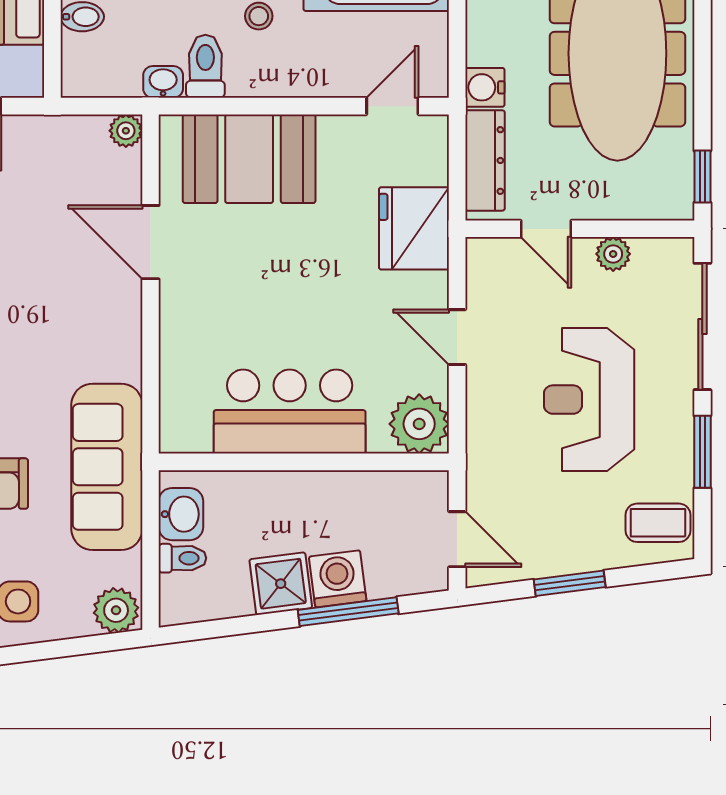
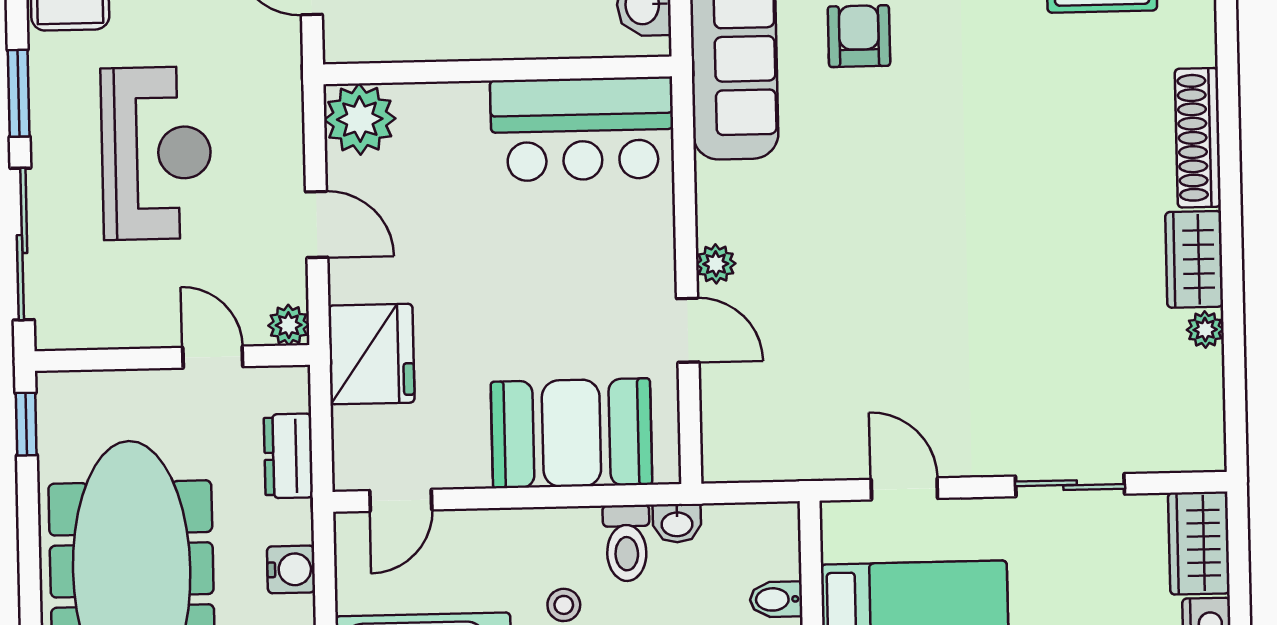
water cooler: (485, 87) -> (291, 569), moved
plant: (126, 131) -> (716, 264), moved
dresser: (485, 160) -> (288, 456), width x0.70
door: (150, 242) -> (688, 330), width x0.73
plant: (613, 254) -> (289, 325), moved
bar counter: (290, 412) -> (582, 129), moved

